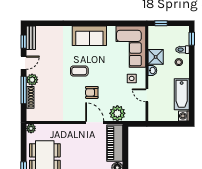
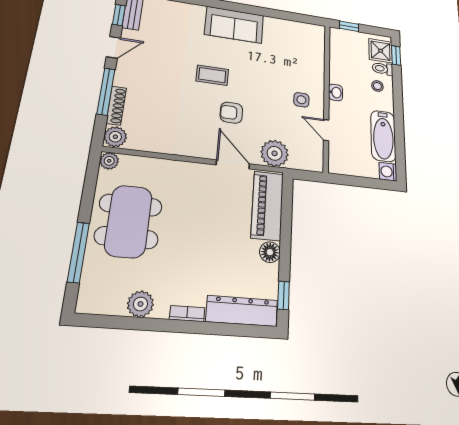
corner sofa: (131, 47) -> (301, 52), removed
shower: (156, 57) -> (381, 51), moved
plant: (32, 80) -> (115, 137), moved

